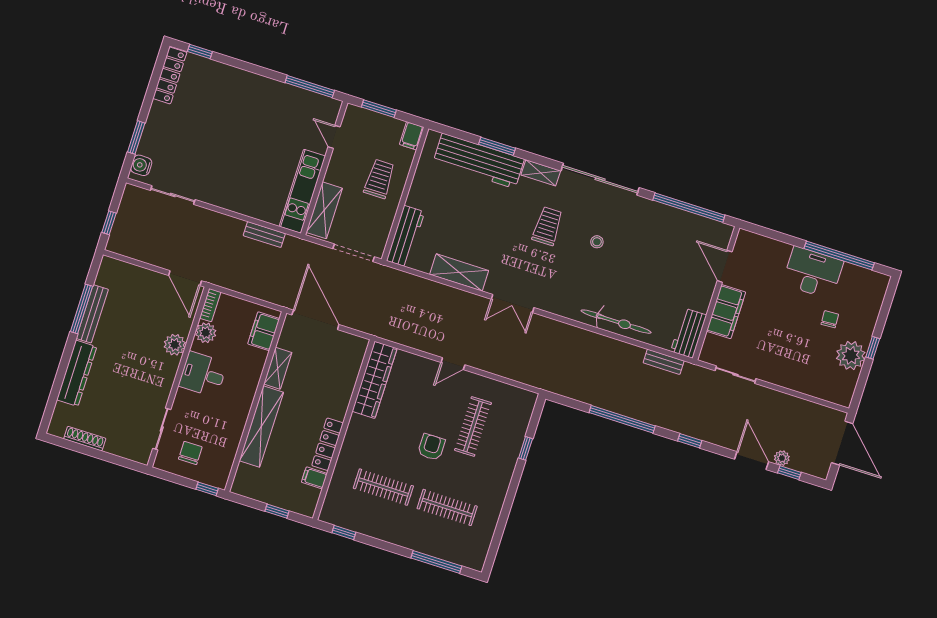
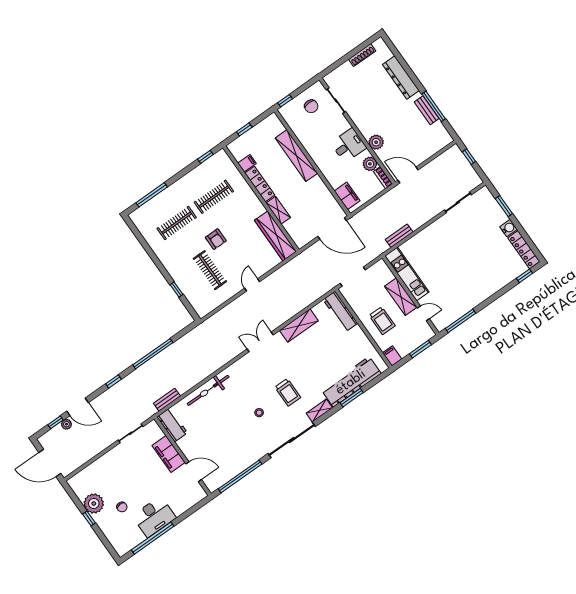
water cooler: (141, 165) -> (508, 228), moved
shelving: (324, 210) -> (401, 297), moved
bench: (92, 314) -> (427, 110), width x0.73
shelving: (278, 368) -> (278, 210), moved

